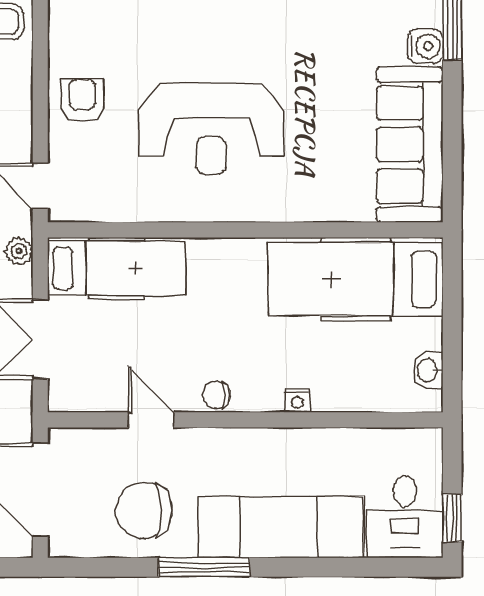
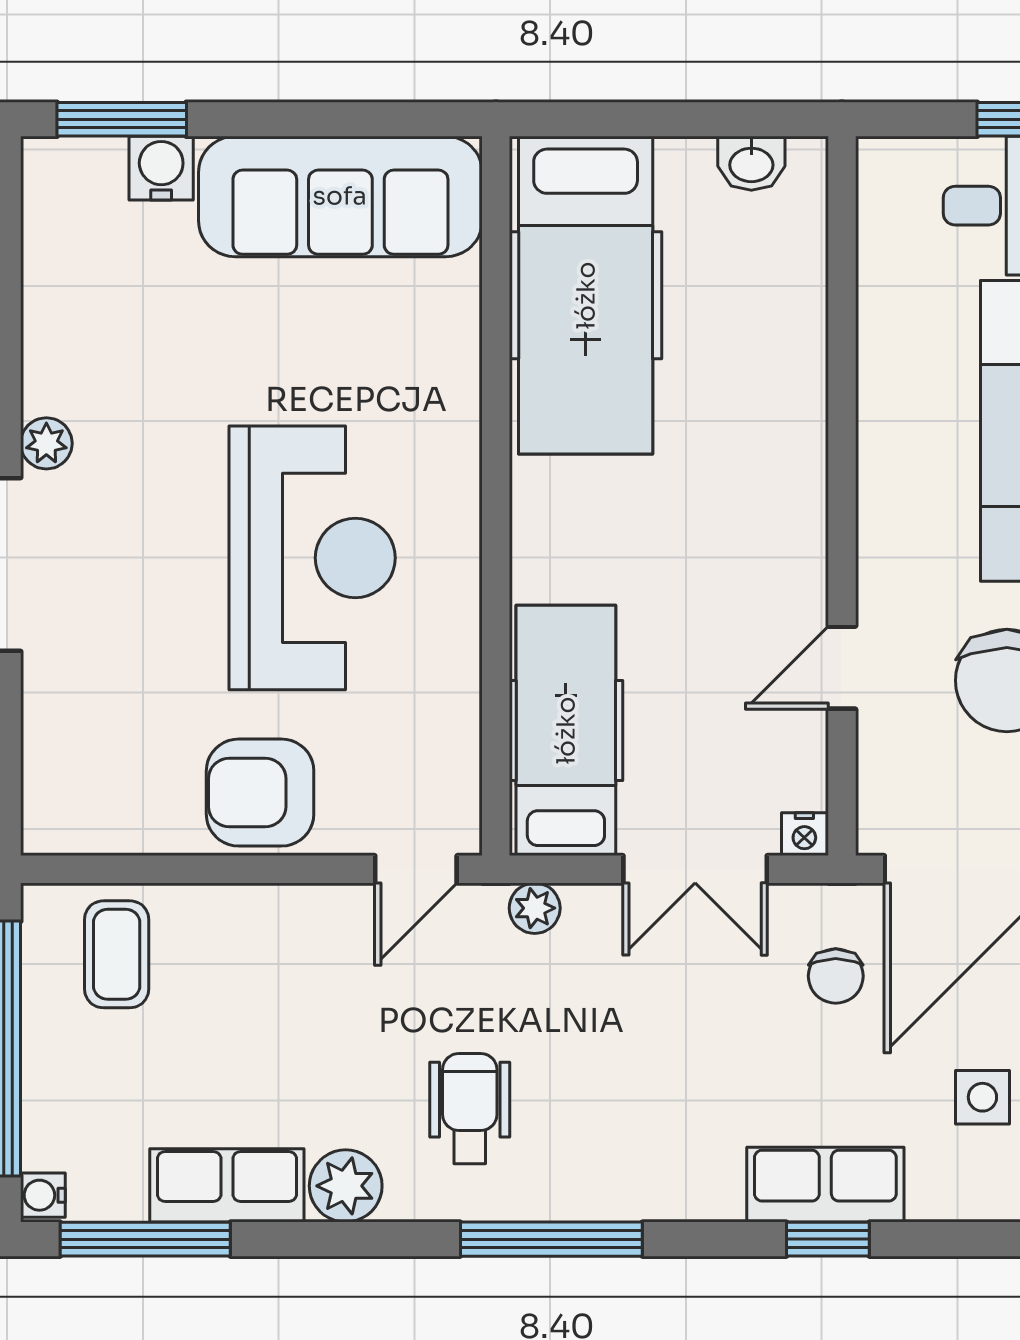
armchair: (82, 100) -> (260, 793), width x1.38, depth x1.38
chair: (216, 395) -> (796, 548), removed
nightstand: (297, 401) -> (804, 834), moved, turned 90

